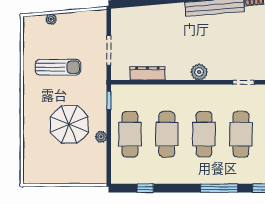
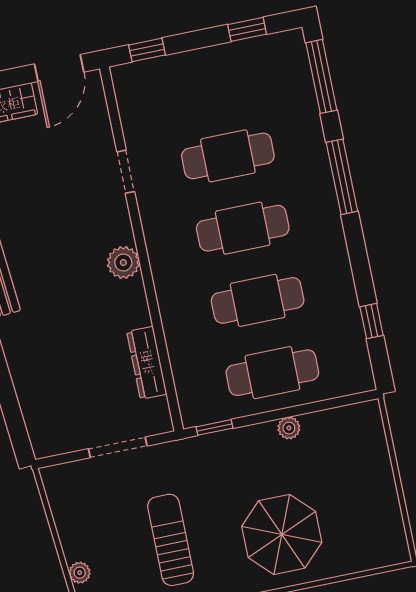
parasol: (69, 124) -> (282, 534), moved

